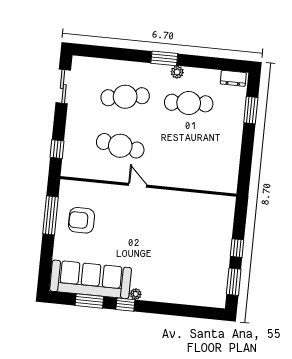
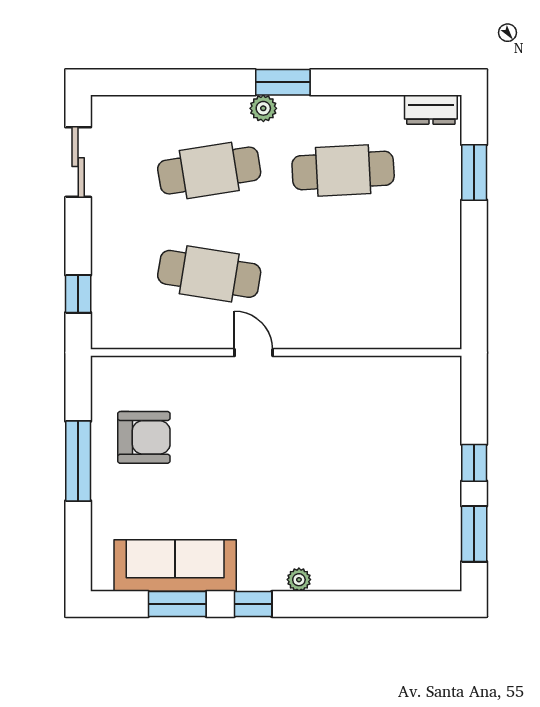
plant: (177, 72) -> (263, 108), moved
window: (50, 215) -> (78, 461), moved
armchair: (81, 220) -> (144, 437), turned 180
sofa: (91, 279) -> (175, 566), width x0.74, depth x0.79
plant: (136, 294) -> (299, 580), moved

